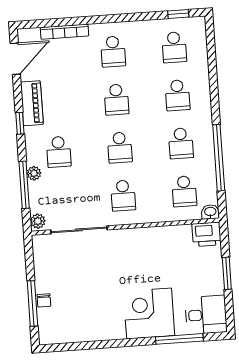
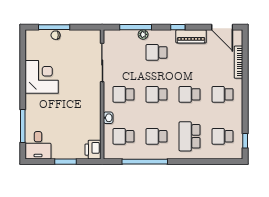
school desk: (178, 95) -> (190, 136), width x1.85
washbasin: (210, 212) -> (108, 118), moved
plant: (38, 221) -> (110, 35), removed
corner desk: (149, 313) -> (42, 77), moved

